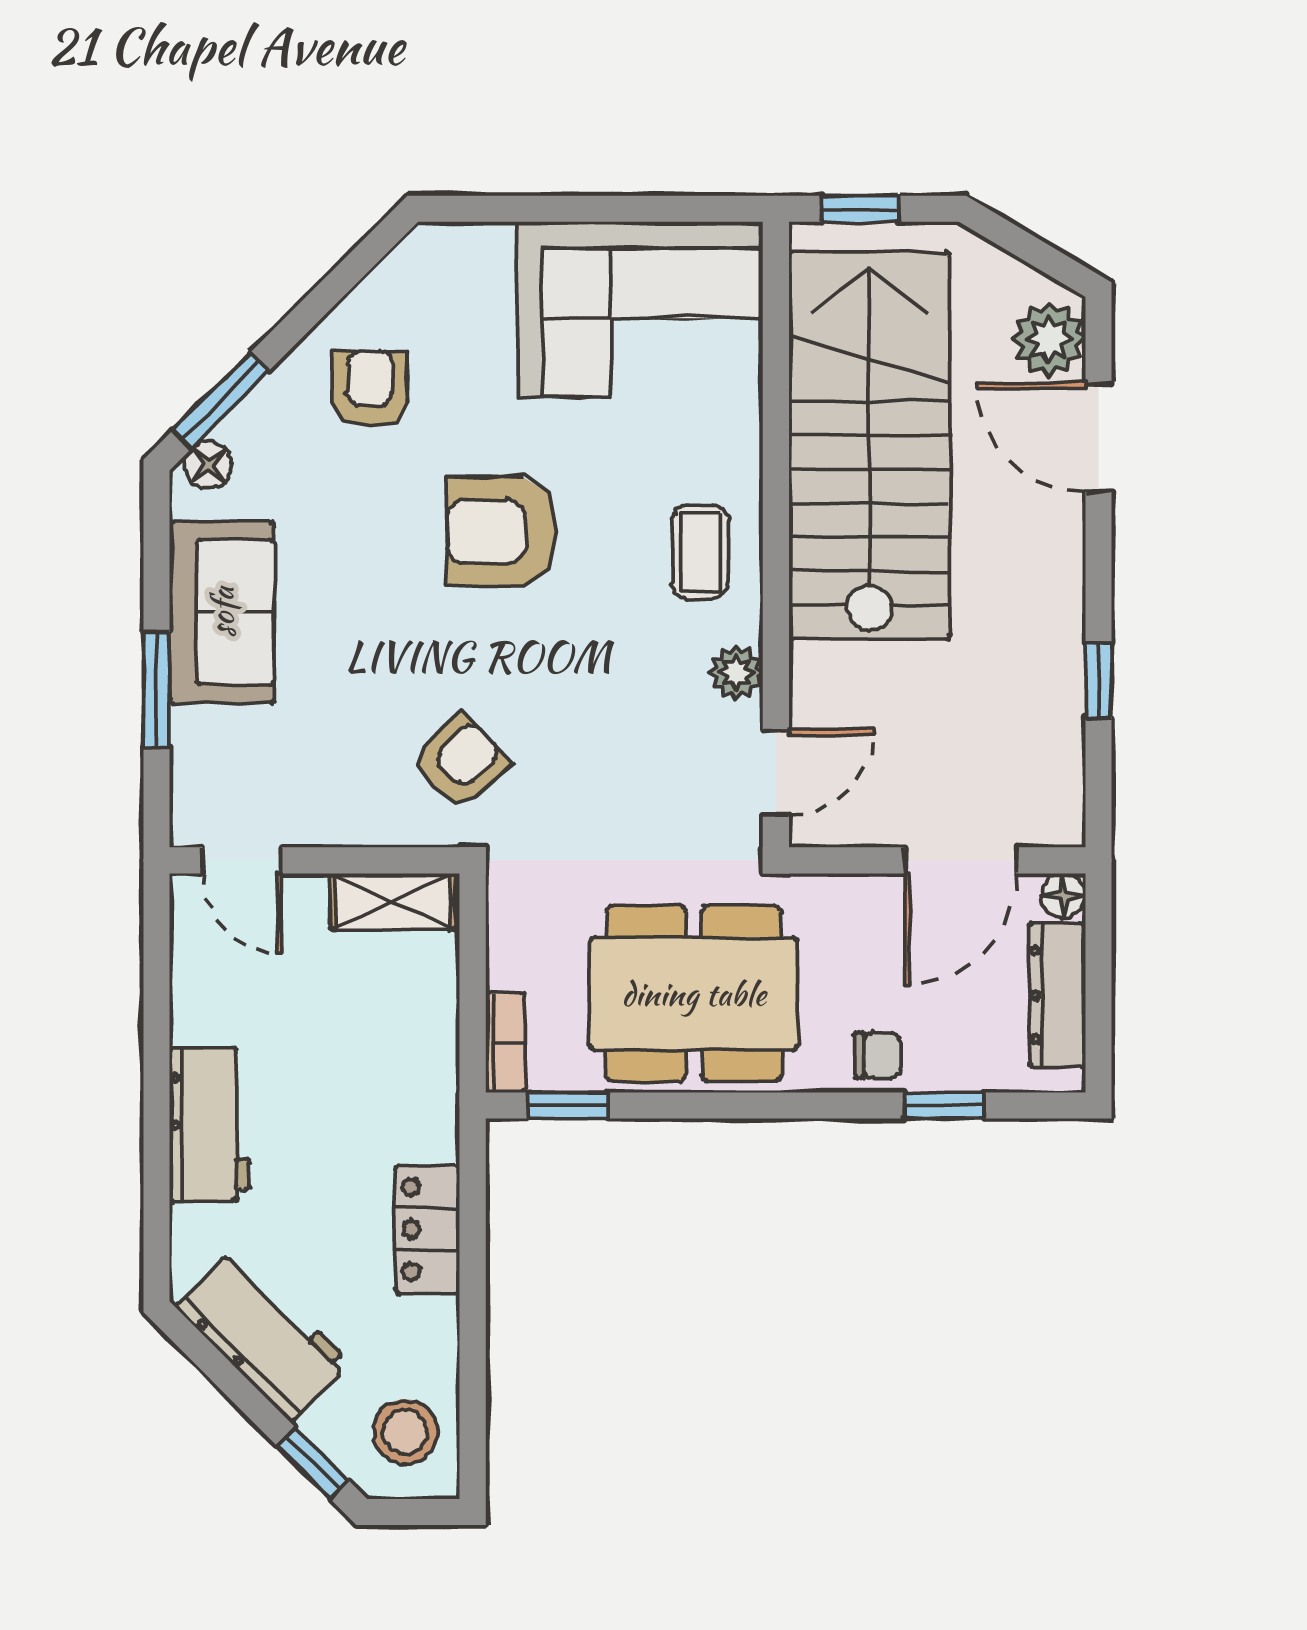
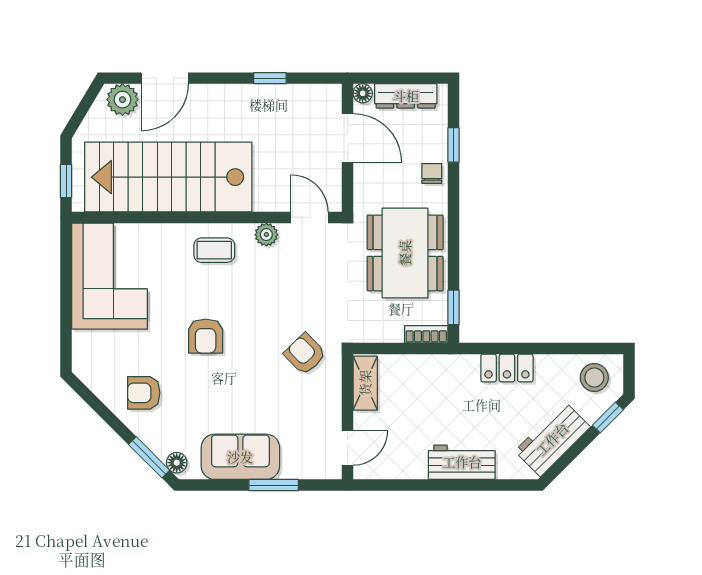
armchair: (501, 532) -> (206, 336), width x0.72, depth x0.72

